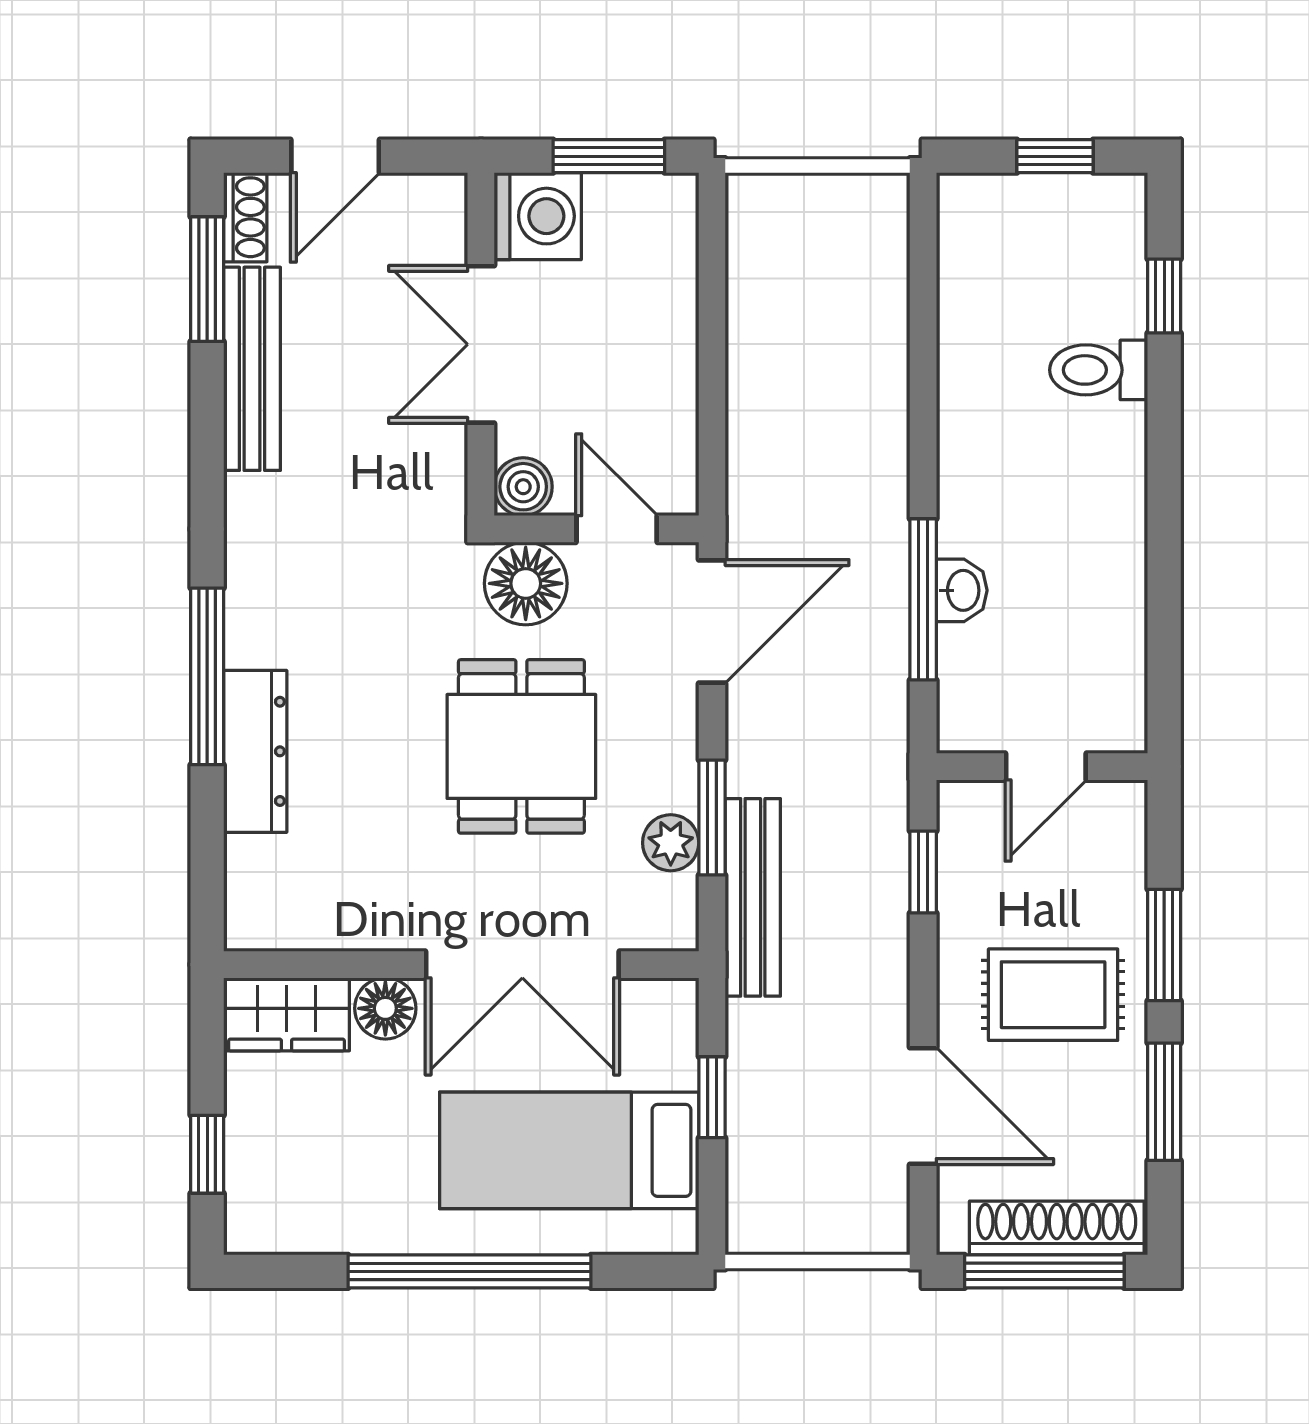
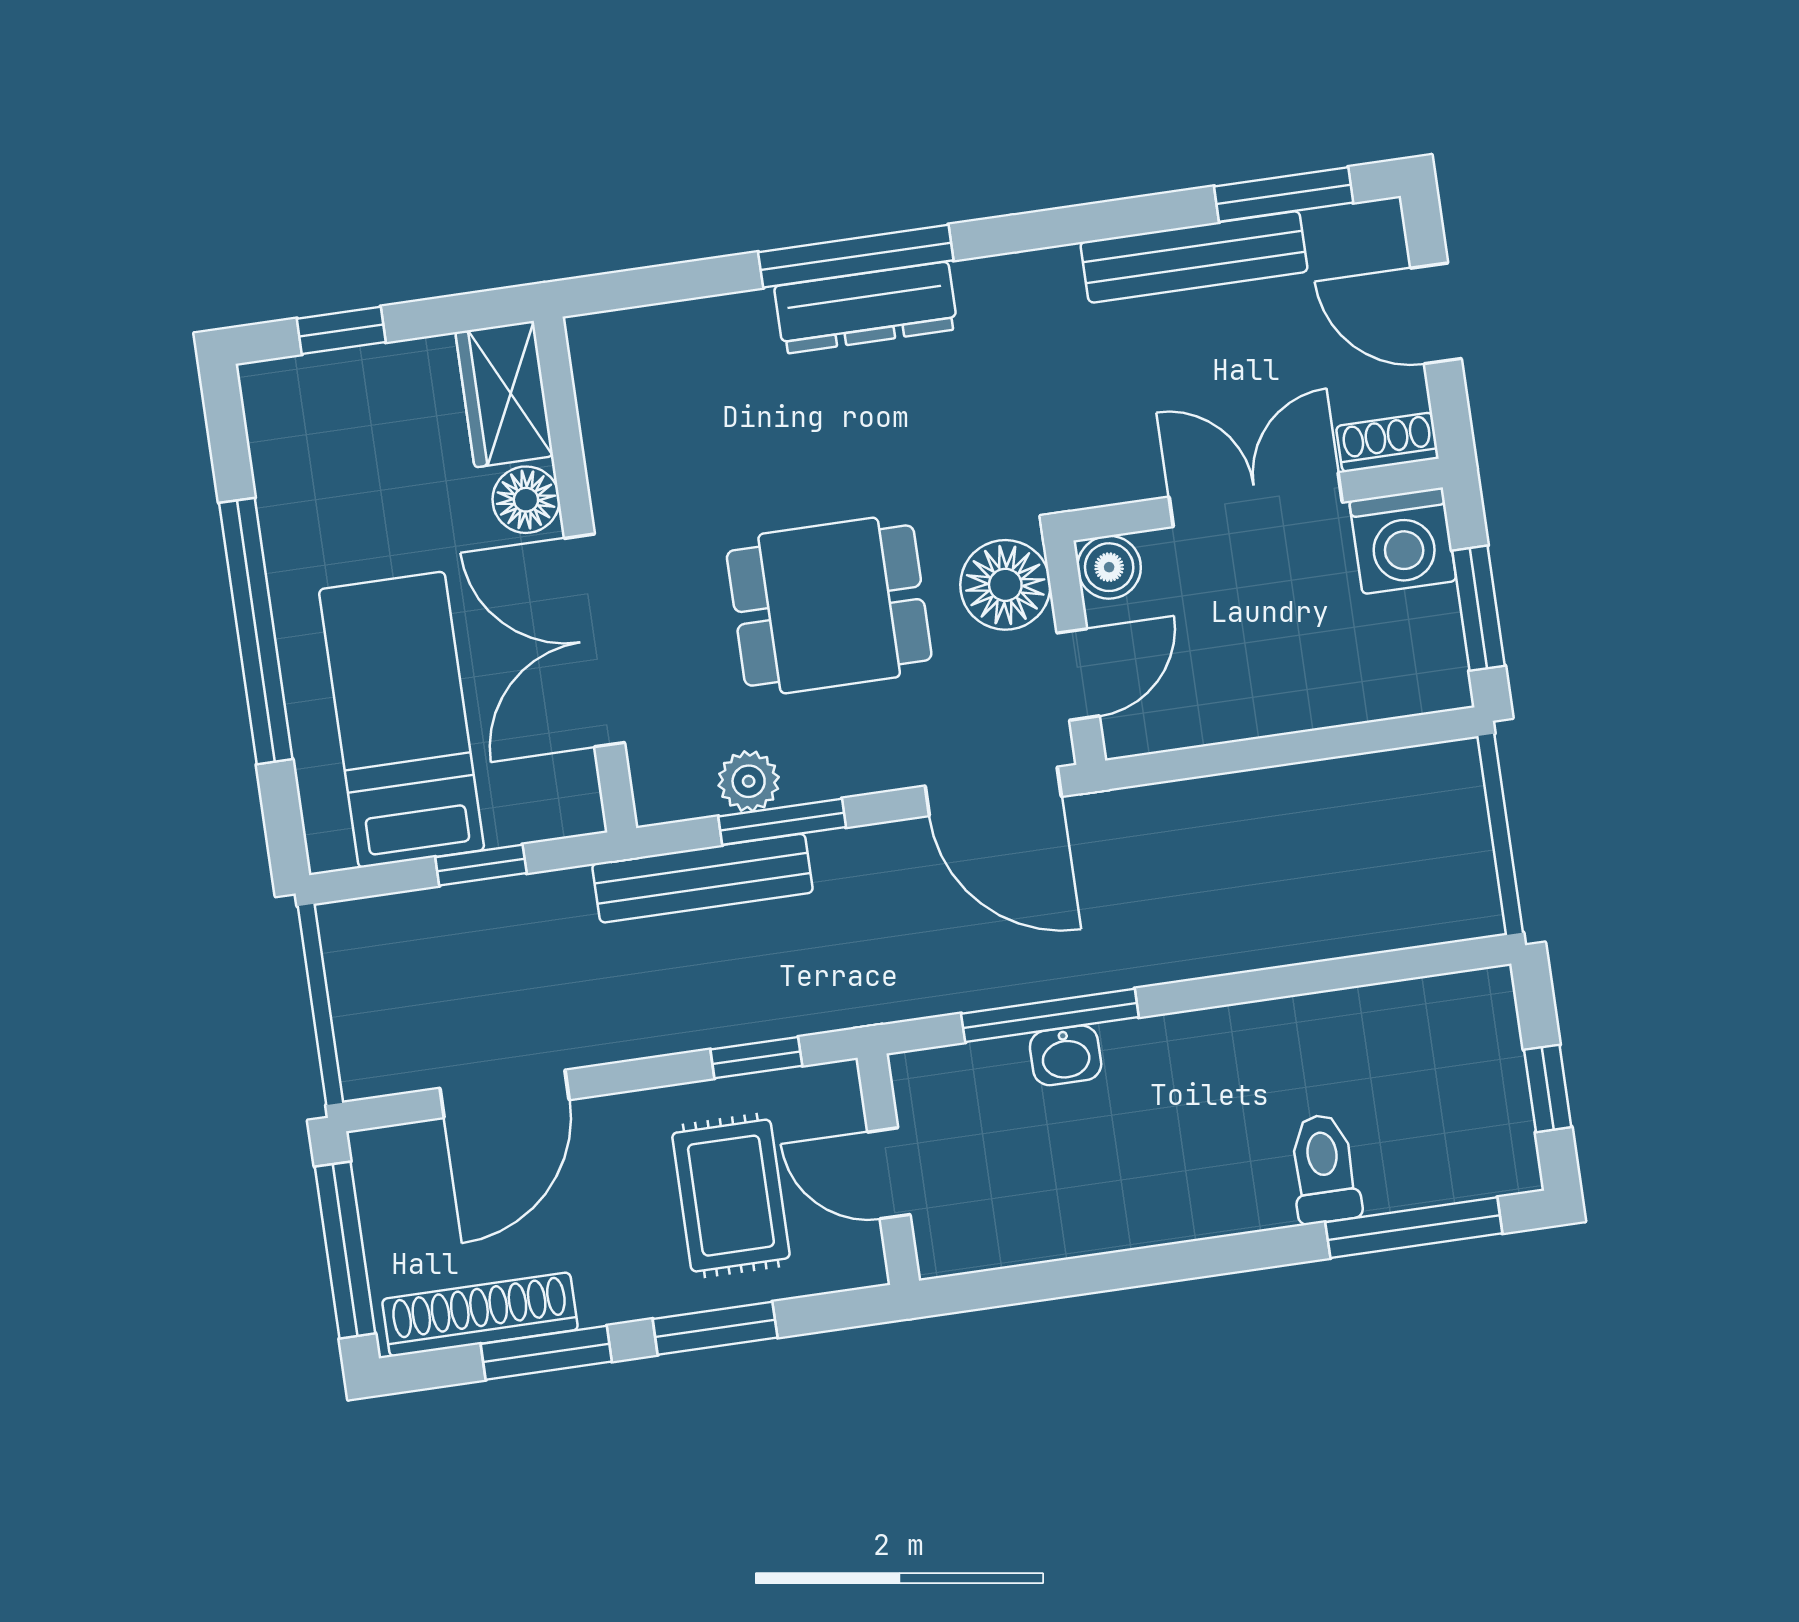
shoe rack: (245, 217) -> (1387, 442), moved, turned 180
window: (1164, 296) -> (1414, 1228), width x2.17
dresser: (255, 751) -> (866, 308), moved
rug: (1053, 995) -> (731, 1196), moved
shoe rack: (1057, 1228) -> (480, 1314), moved, turned -90

